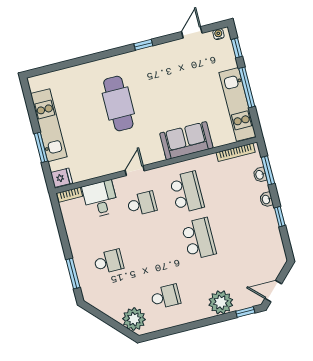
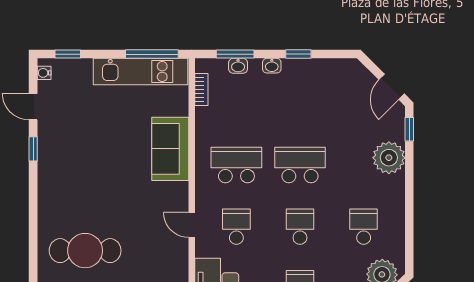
window: (143, 45) -> (33, 149), moved
window: (247, 87) -> (152, 54), moved
cafe table: (118, 104) -> (85, 251), moved
bookcase: (236, 152) -> (201, 90), width x0.64
school desk: (154, 250) -> (300, 227), added

